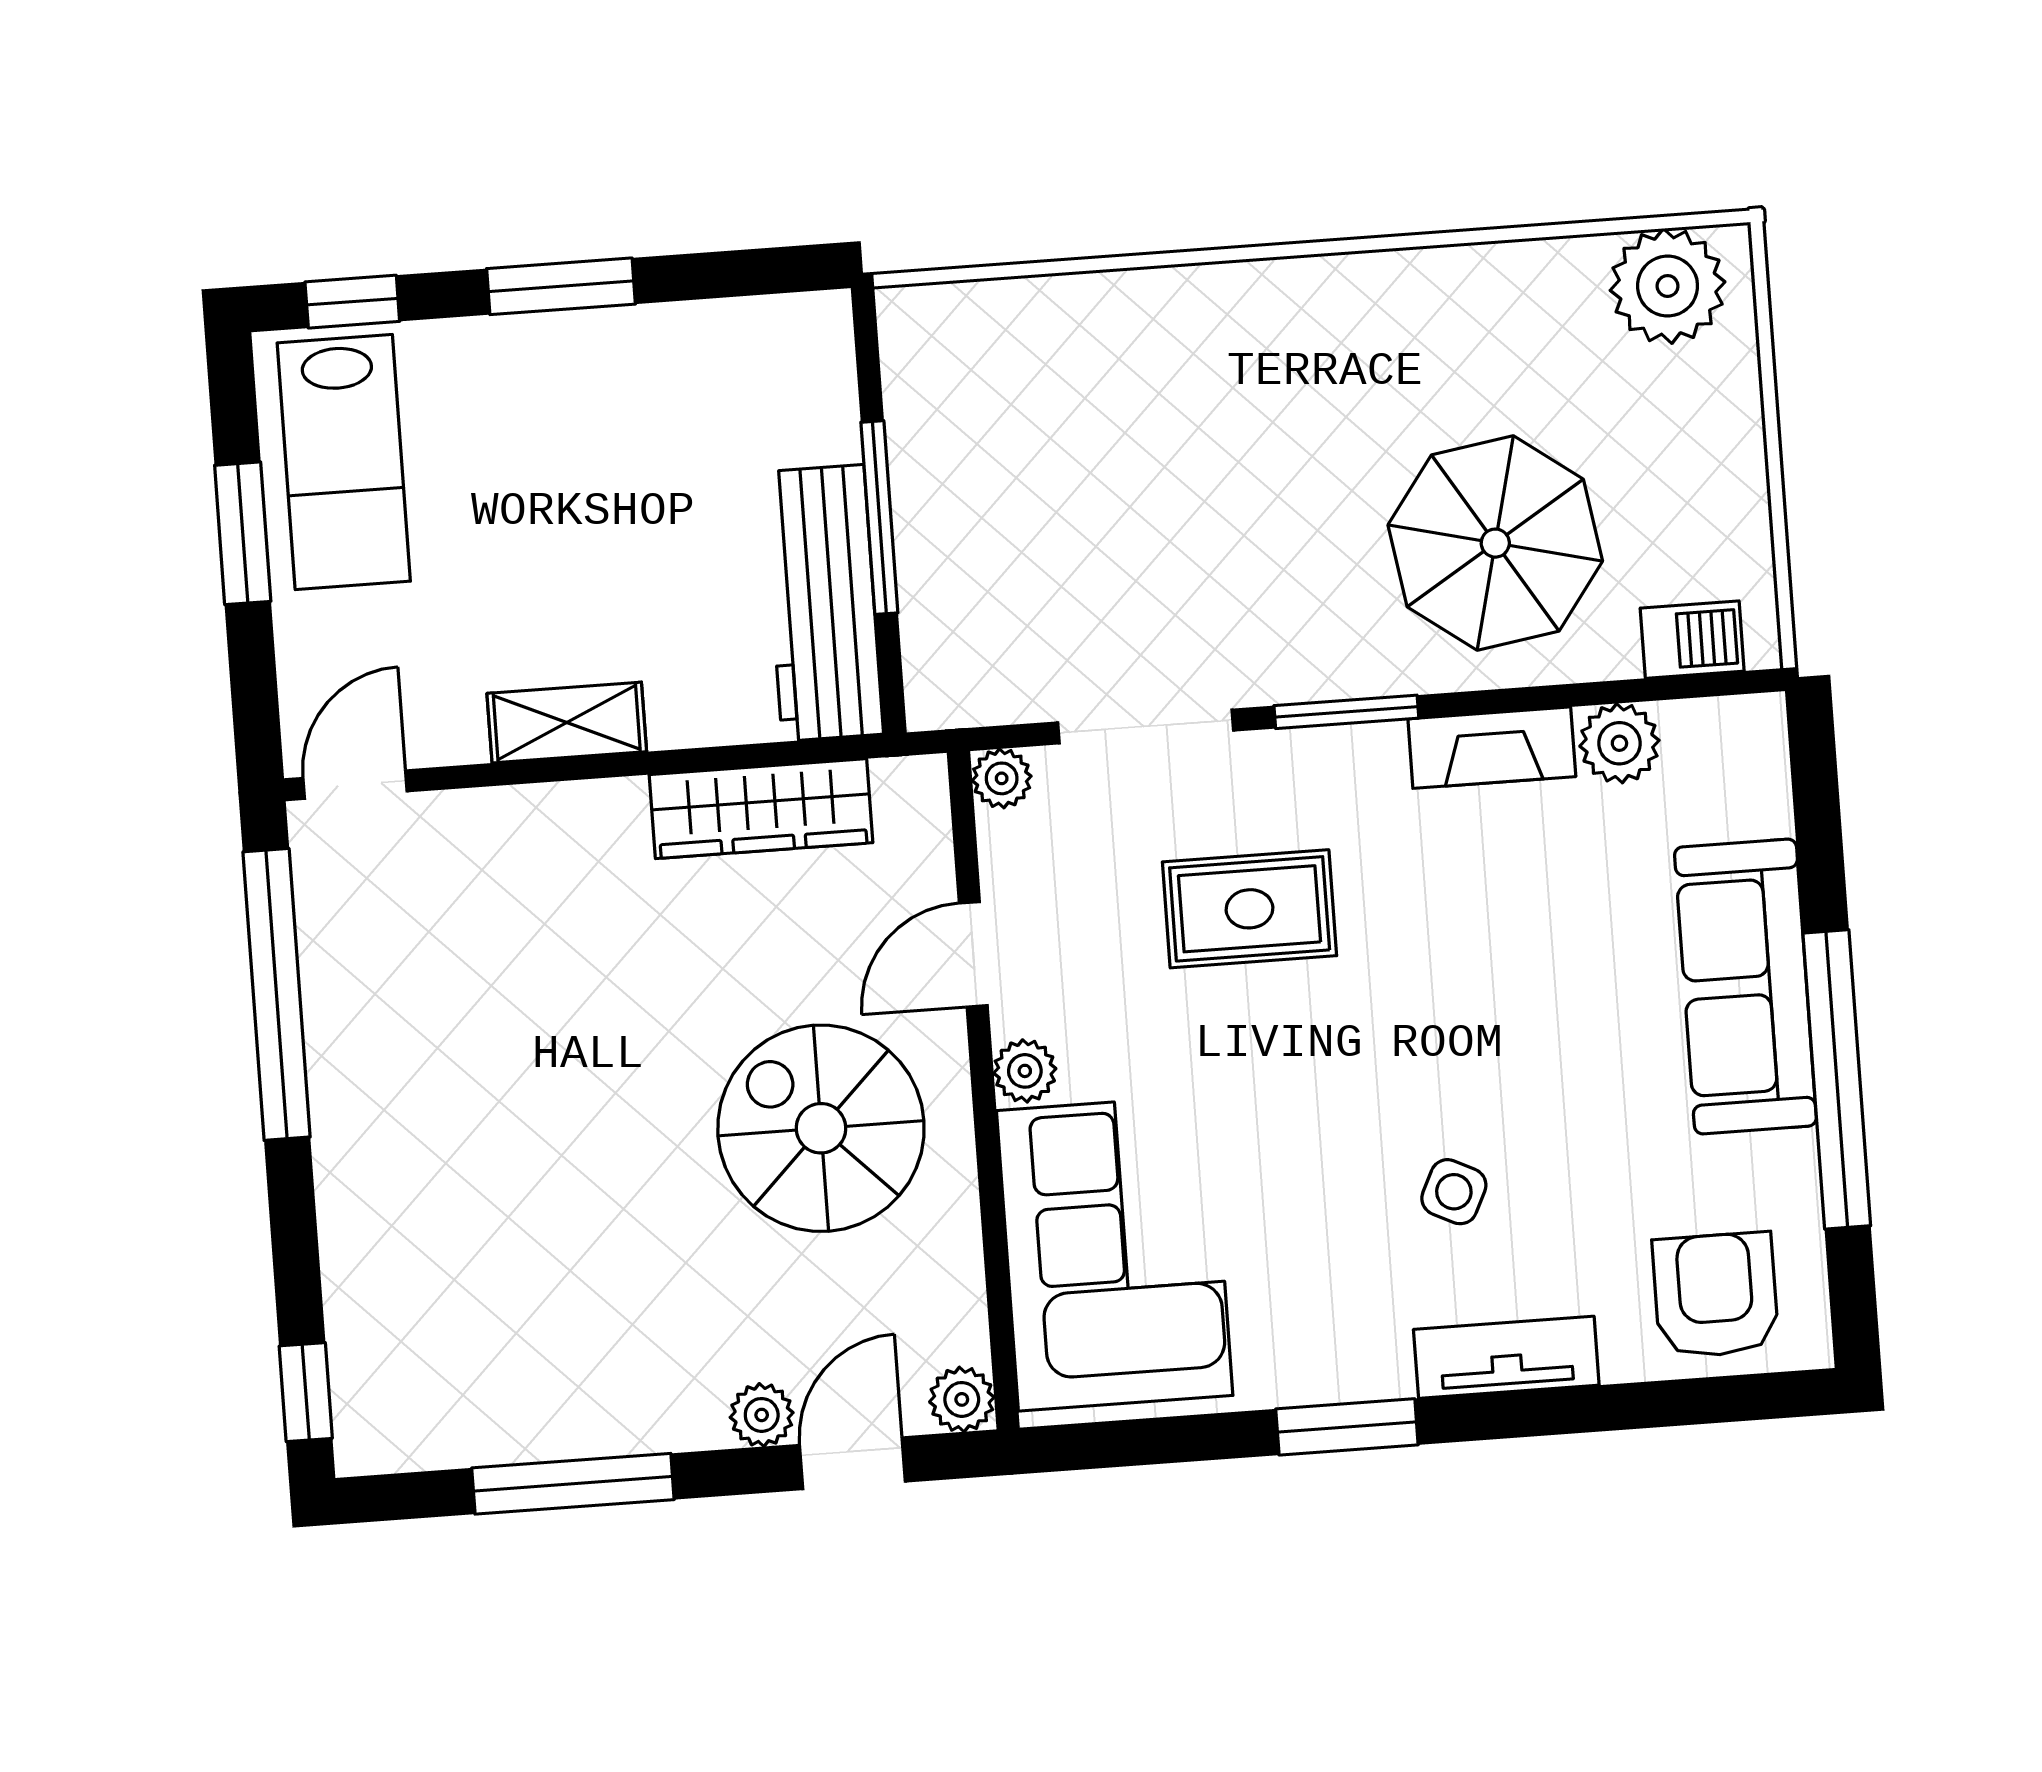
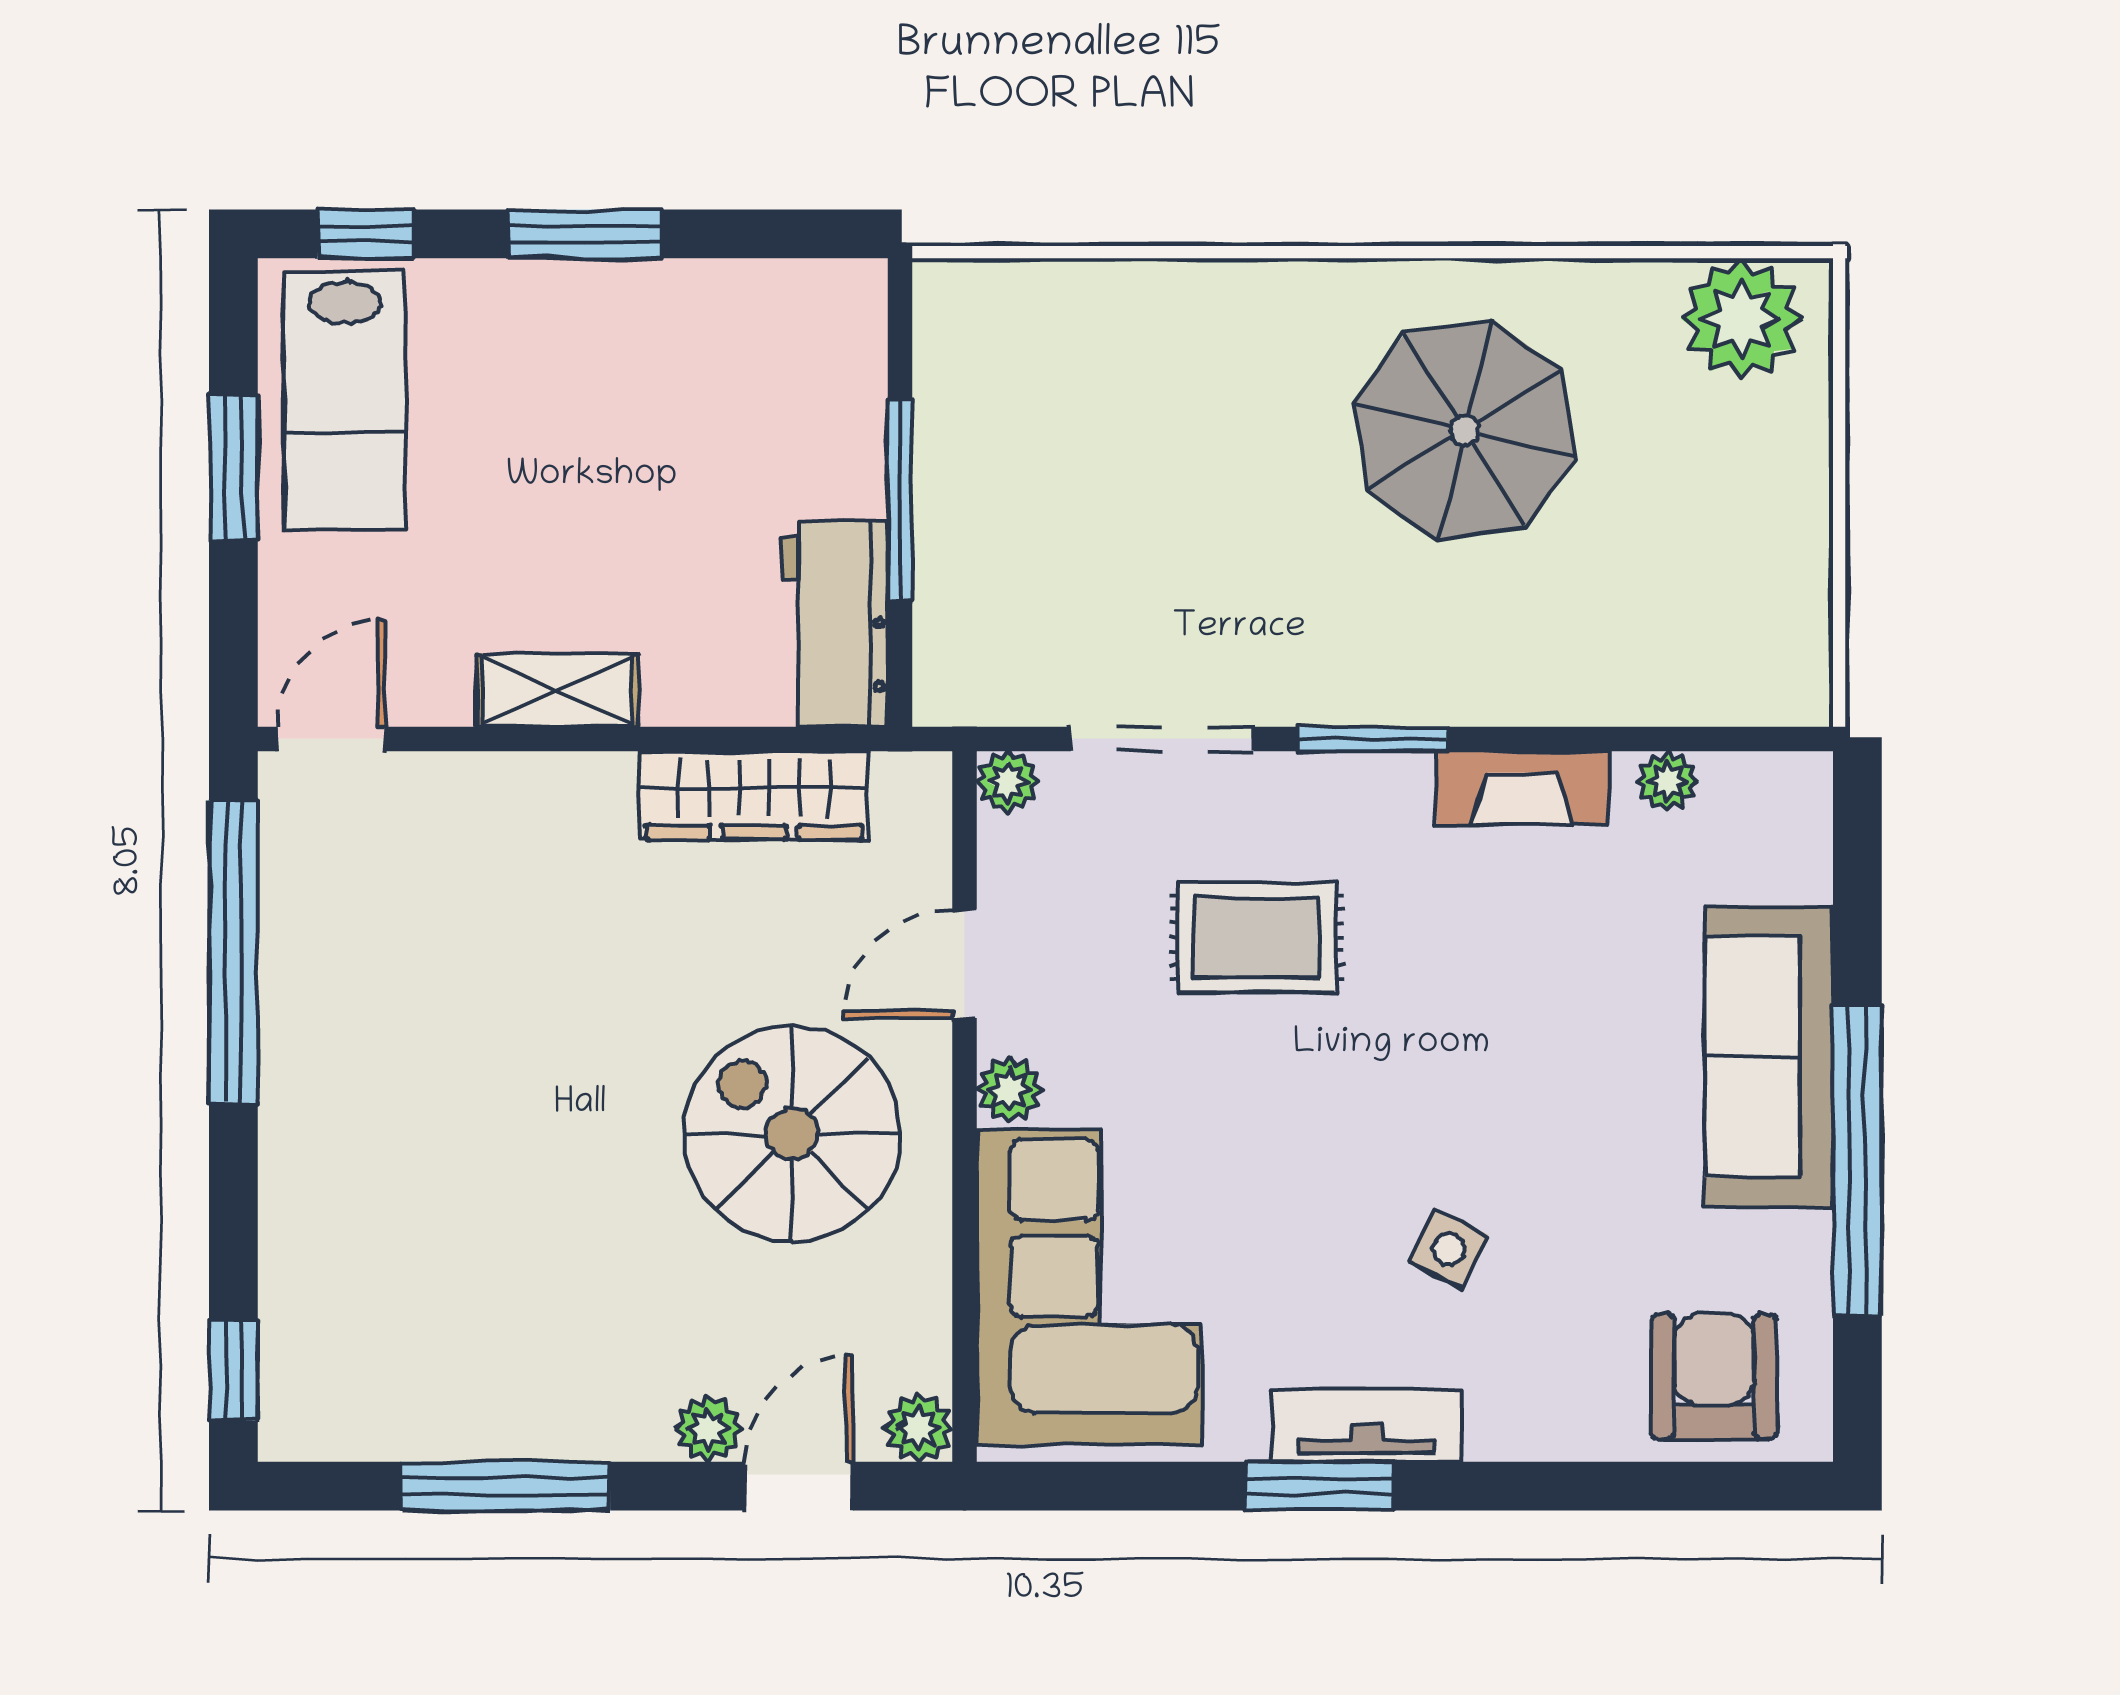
parasol: (1495, 543) -> (1465, 430), moved
workbench: (823, 603) -> (835, 624), width x0.73
barbecue: (1692, 640) -> (1740, 690), removed
plant: (1619, 743) -> (1667, 781), width x0.73, depth x0.73
tv unit: (1506, 1357) -> (1367, 1426), moved

